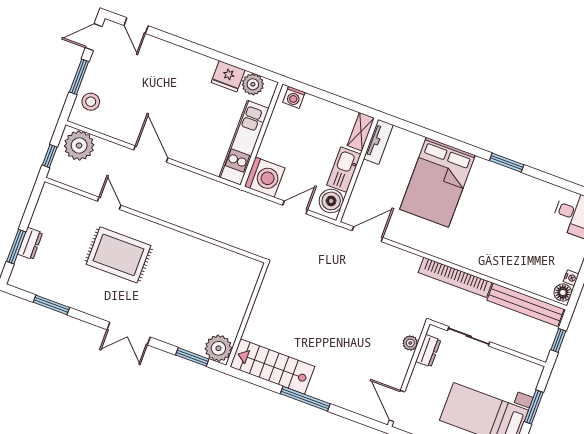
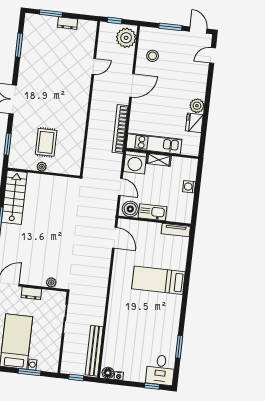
plant: (253, 84) -> (197, 106), moved
washing machine: (294, 97) -> (189, 187), moved
stool: (91, 102) -> (153, 56), moved
shelving: (361, 132) -> (159, 160), moved
window: (507, 163) -> (179, 347), moved
bed: (437, 182) -> (158, 280), width x0.67
dresser: (30, 243) -> (68, 23), moved
rug: (119, 255) -> (46, 142), moved, width x0.73, depth x0.70
bookcase: (455, 277) -> (120, 129), moved
plant: (218, 348) -> (42, 167), moved, width x0.53, depth x0.53
dresser: (428, 351) -> (31, 293), moved

